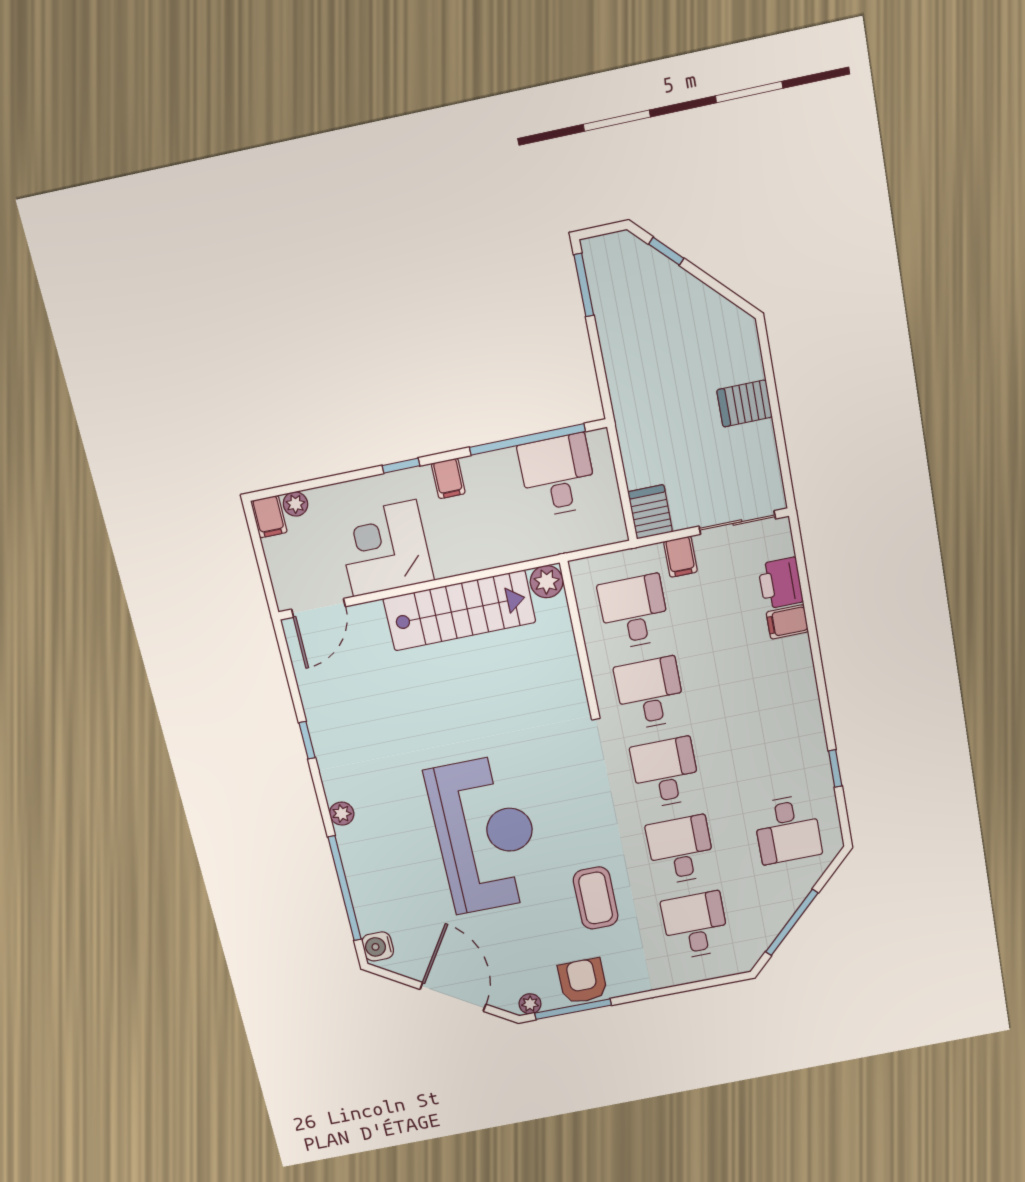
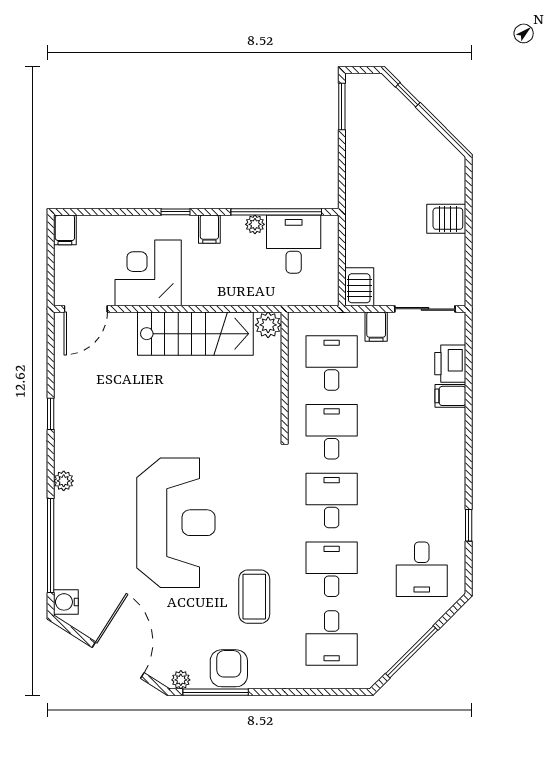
plant: (295, 504) -> (255, 224), moved
desk: (695, 925) -> (332, 638), turned 180

